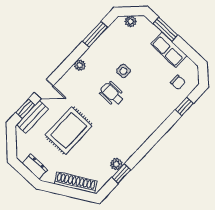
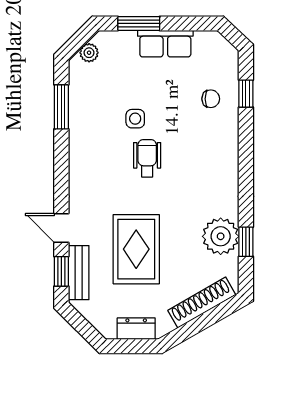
plant: (80, 65) -> (77, 160), removed
chair: (178, 82) -> (211, 99), moved
door: (44, 89) -> (61, 228), swing flipped
wheelchair: (112, 94) -> (147, 158), turned 90
plant: (116, 164) -> (221, 236), width x1.87, depth x1.87

